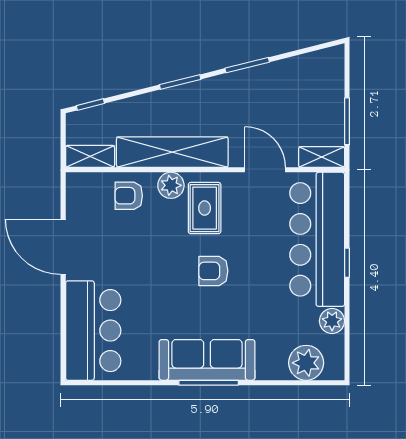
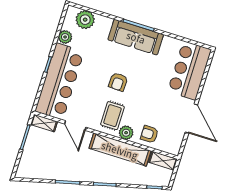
armchair: (129, 196) -> (149, 134), turned 180
armchair: (213, 271) -> (118, 82), turned 92

